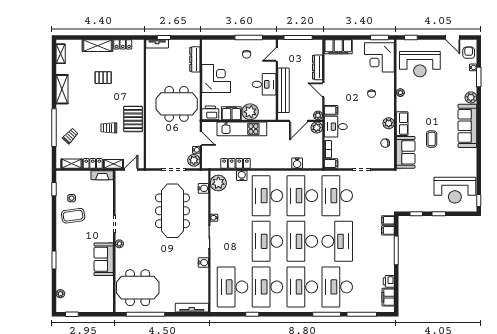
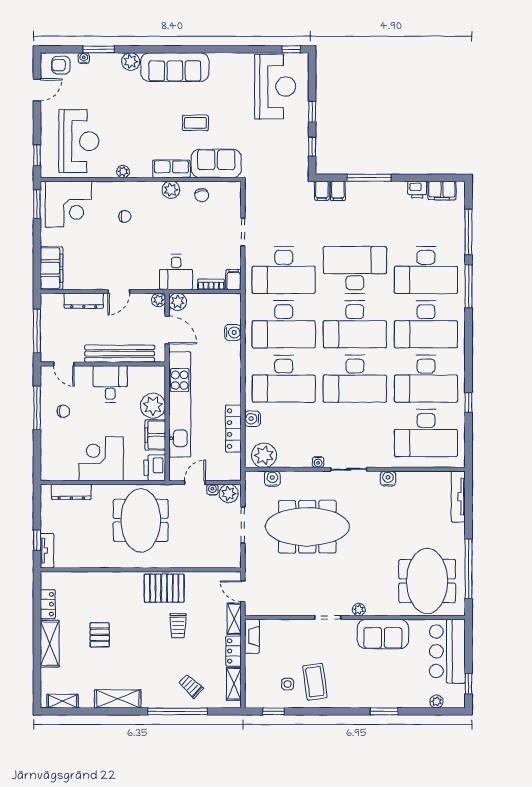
filing cabinet: (331, 110) -> (151, 279), removed
kitchen unit: (242, 129) -> (180, 404), width x1.36
bar counter: (93, 301) -> (447, 651), added

